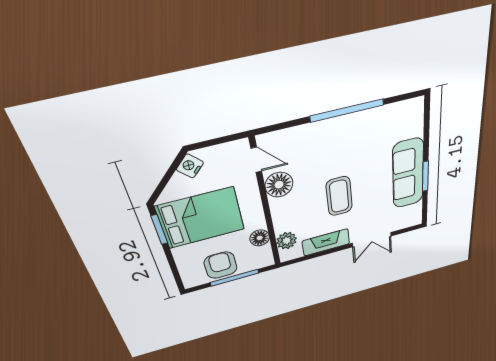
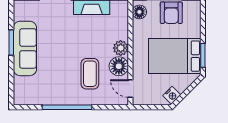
coffee table: (339, 196) -> (90, 74), moved
floor lamp: (260, 238) -> (139, 12), moved
plant: (287, 241) -> (121, 48), moved

